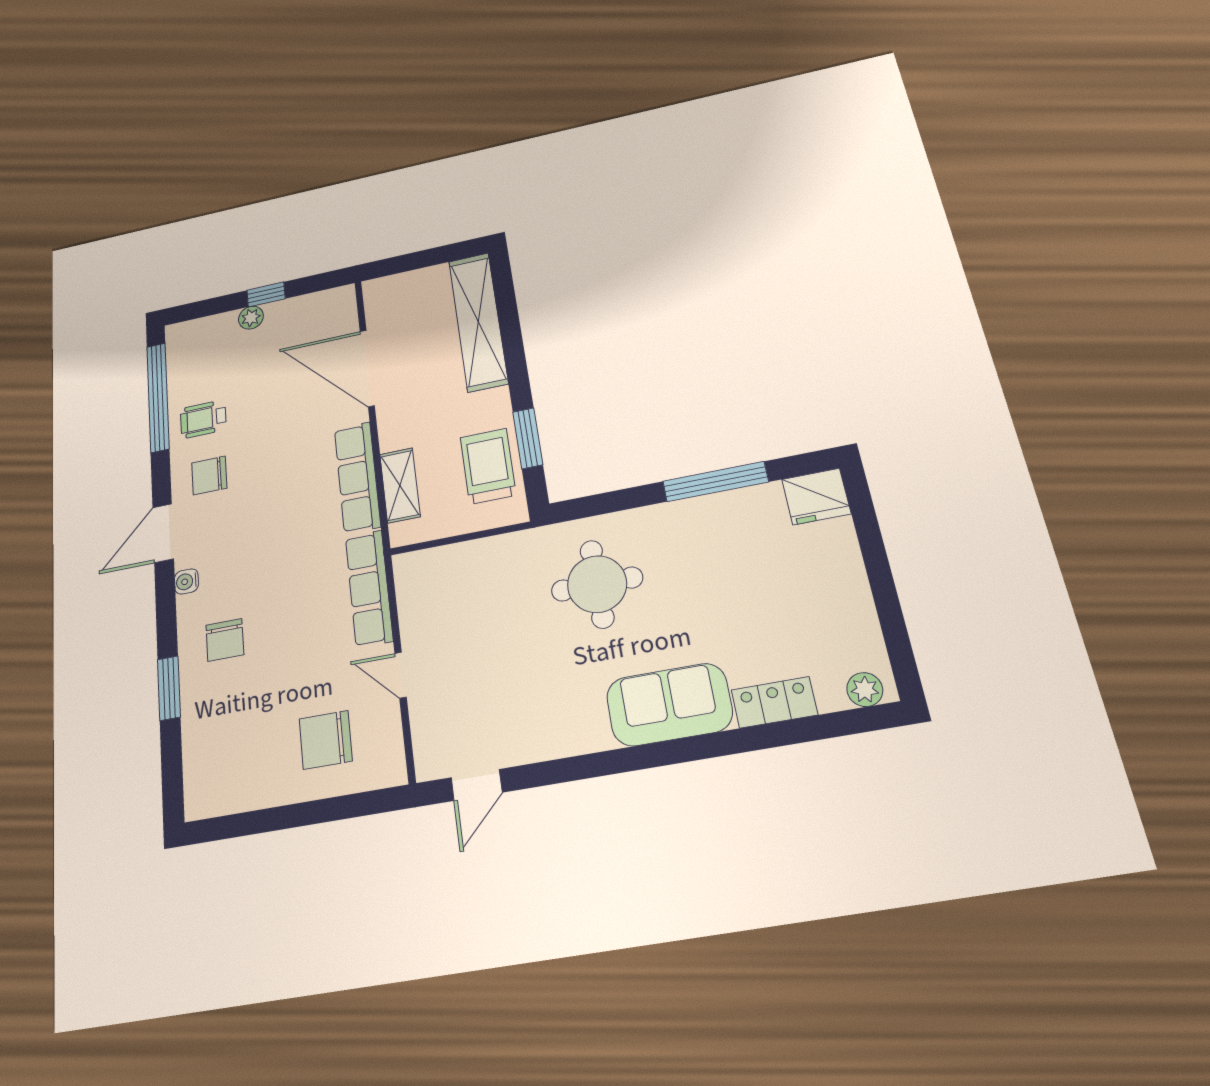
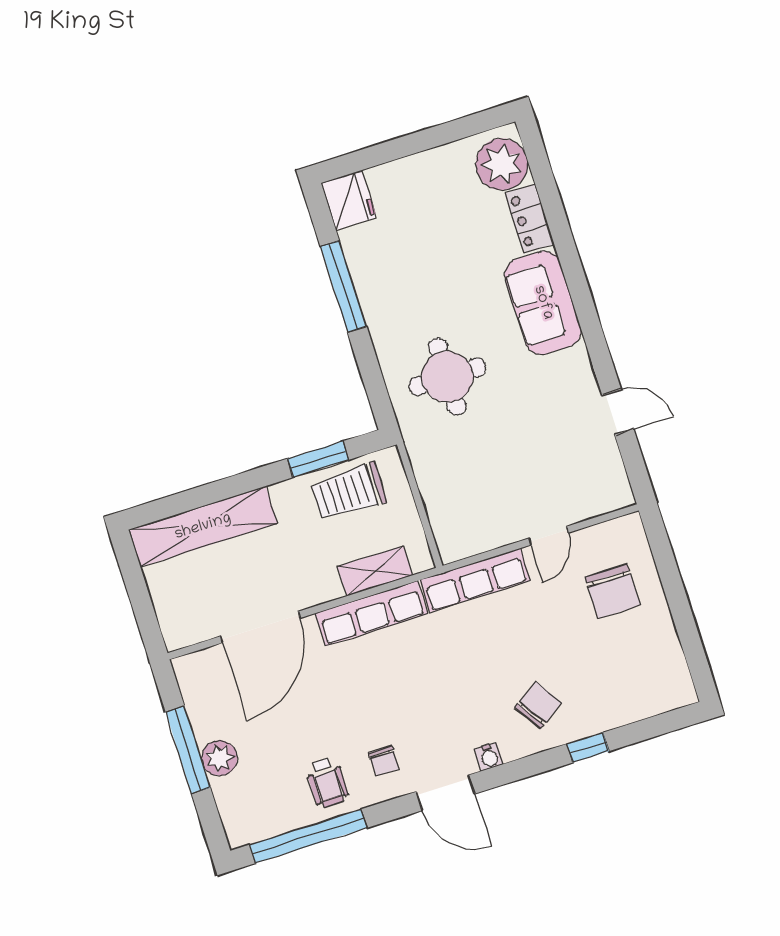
window: (266, 294) -> (188, 750), width x2.17
plant: (251, 318) -> (219, 758), width x1.38, depth x1.38
chair: (209, 475) -> (384, 761), width x0.73, depth x0.73
chair: (225, 640) -> (538, 705), turned -33
window: (169, 688) -> (588, 748), width x0.67
plant: (865, 690) -> (502, 164), width x1.88, depth x1.88
door: (477, 785) -> (618, 412), moved

